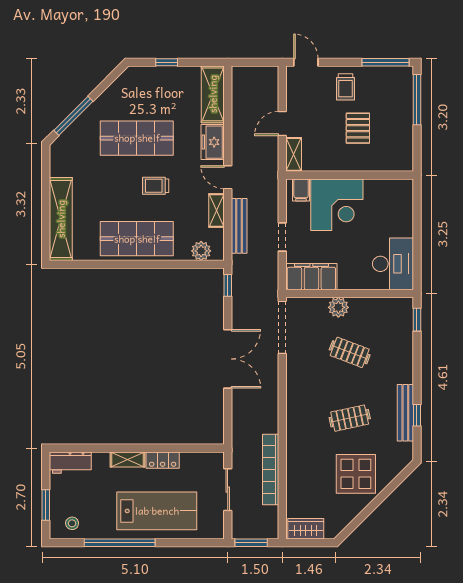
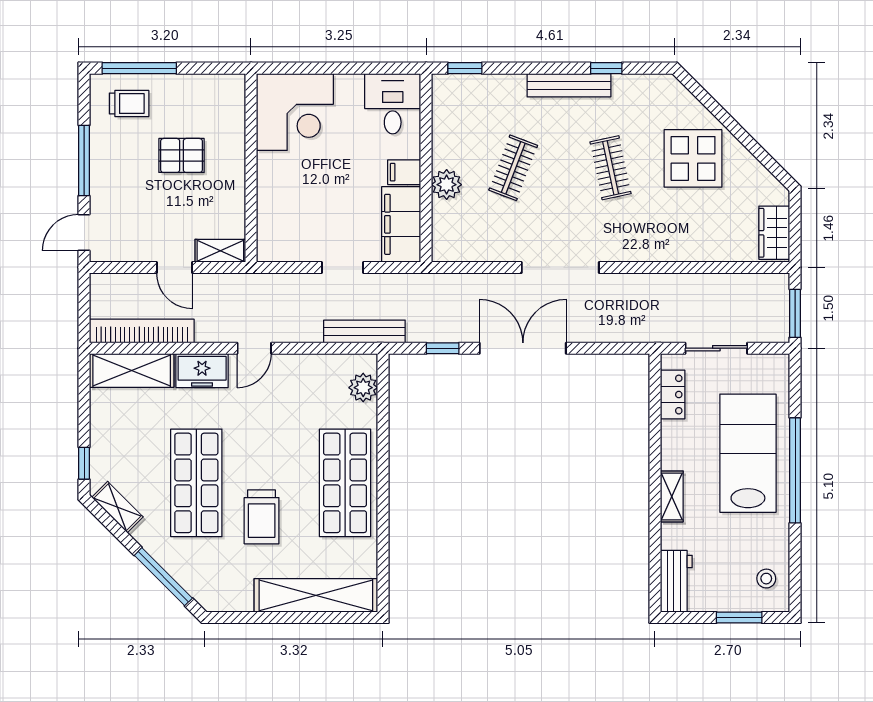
window: (167, 62) -> (84, 463), moved
window: (385, 62) -> (84, 160), moved
trolley: (345, 87) -> (129, 104), moved
trolley: (156, 186) -> (262, 517), moved, width x1.36, depth x1.39
filing cabinet: (301, 190) -> (404, 172), moved, turned 180
corner desk: (337, 205) -> (295, 112), moved, turned 90
shelving: (216, 211) -> (117, 507), moved, turned 45
bench: (239, 226) -> (364, 331), moved
desk: (393, 264) -> (393, 104), width x0.73
window: (228, 285) -> (443, 348), moved
doorway: (282, 327) -> (560, 267), moved
bench: (405, 413) -> (569, 85), moved
locker: (163, 460) -> (673, 395), moved
bookcase: (271, 470) -> (142, 331), moved, turned 180
window: (120, 543) -> (795, 470), moved

